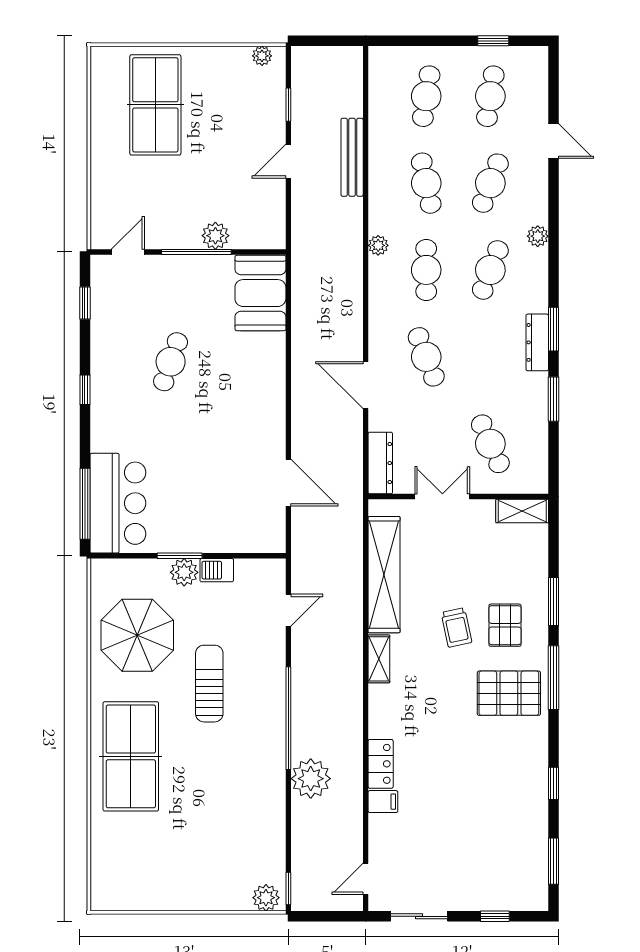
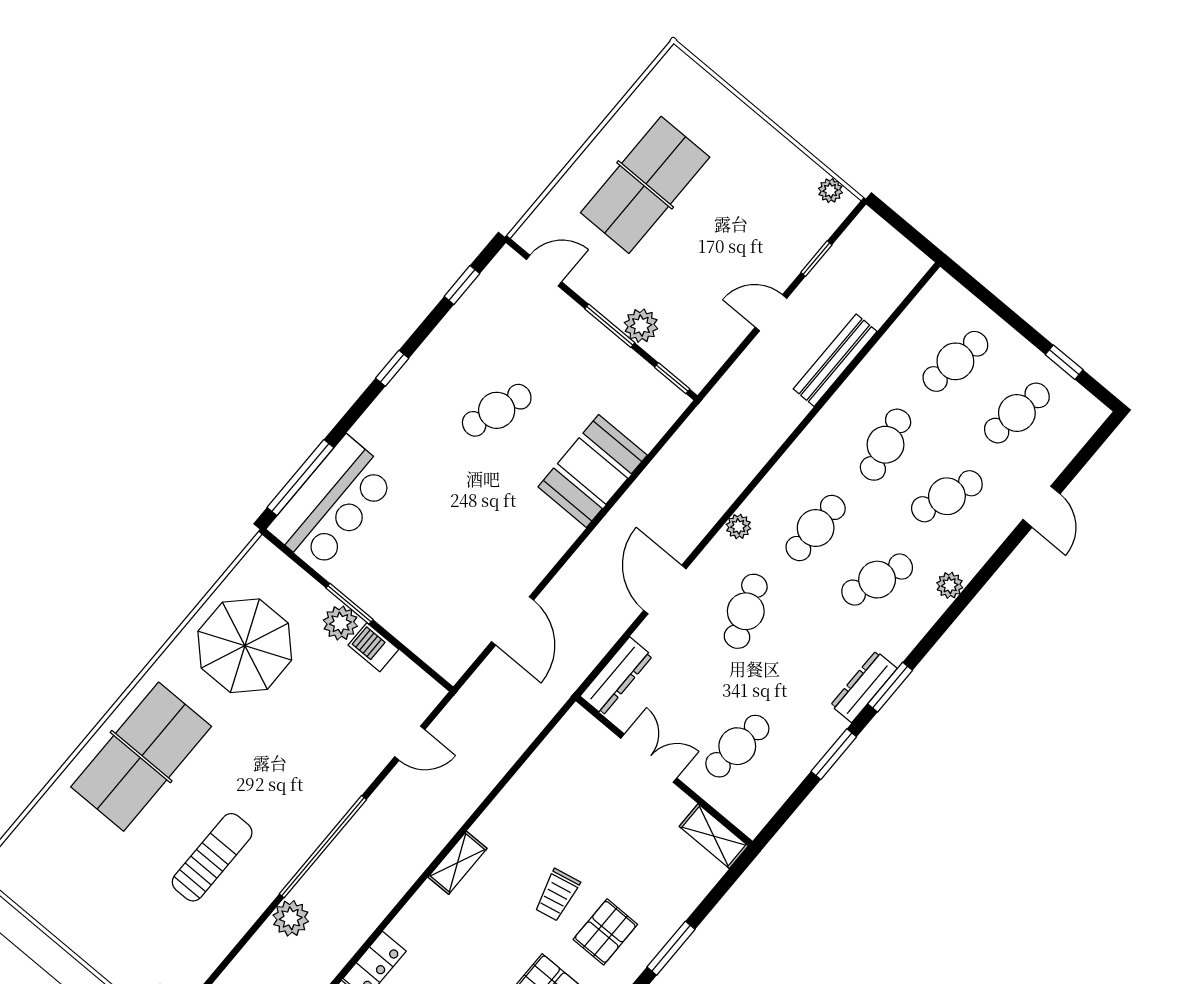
table tennis table: (155, 105) -> (645, 185), moved
plant: (378, 245) -> (738, 526), moved
window: (196, 252) -> (610, 326), width x0.69
window: (261, 252) -> (672, 378), added
booth: (260, 293) -> (593, 471), moved
cafe table: (490, 444) -> (737, 746), turned 30
shelving: (384, 575) -> (530, 786), removed
sun lounger: (209, 684) -> (212, 857), moved
plant: (311, 779) -> (291, 918), width x0.73, depth x0.73

